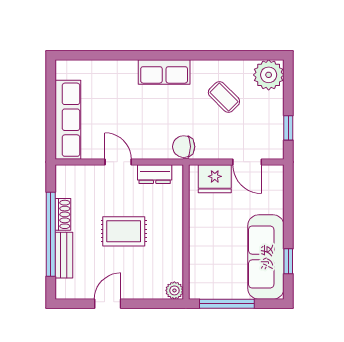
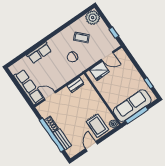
row of seats: (164, 72) -> (39, 53), moved
chair: (184, 147) -> (72, 57), moved
door: (118, 162) -> (50, 96), moved
rug: (124, 231) -> (97, 126), moved, turned 90
sofa: (266, 257) -> (132, 106), moved, turned 90

